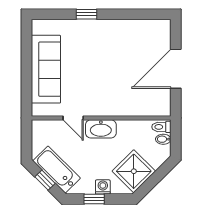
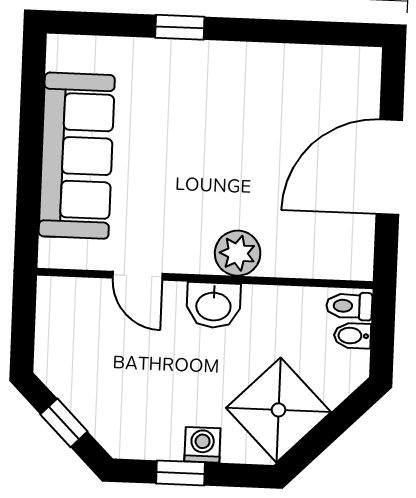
plant: (114, 107) -> (238, 253), added
washbasin: (101, 129) -> (213, 305), width x0.72
bathtub: (57, 170) -> (93, 398), removed

